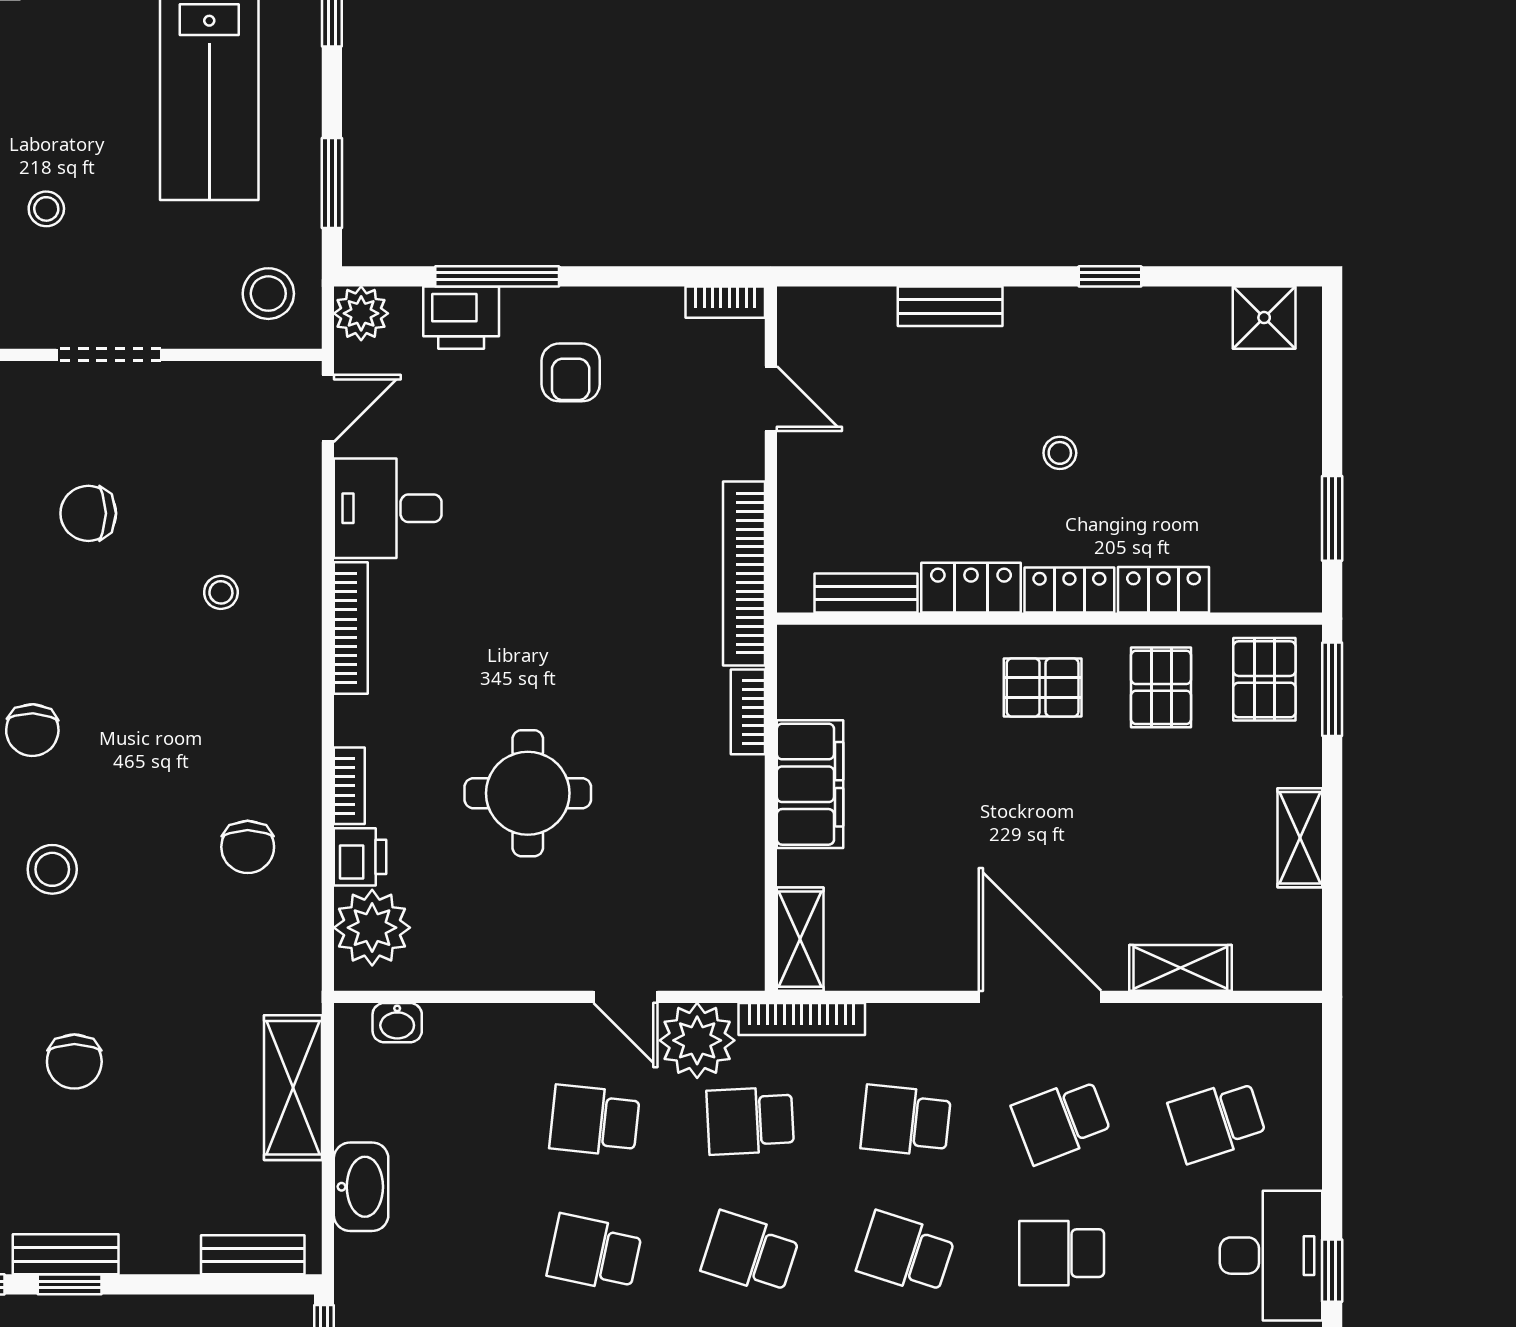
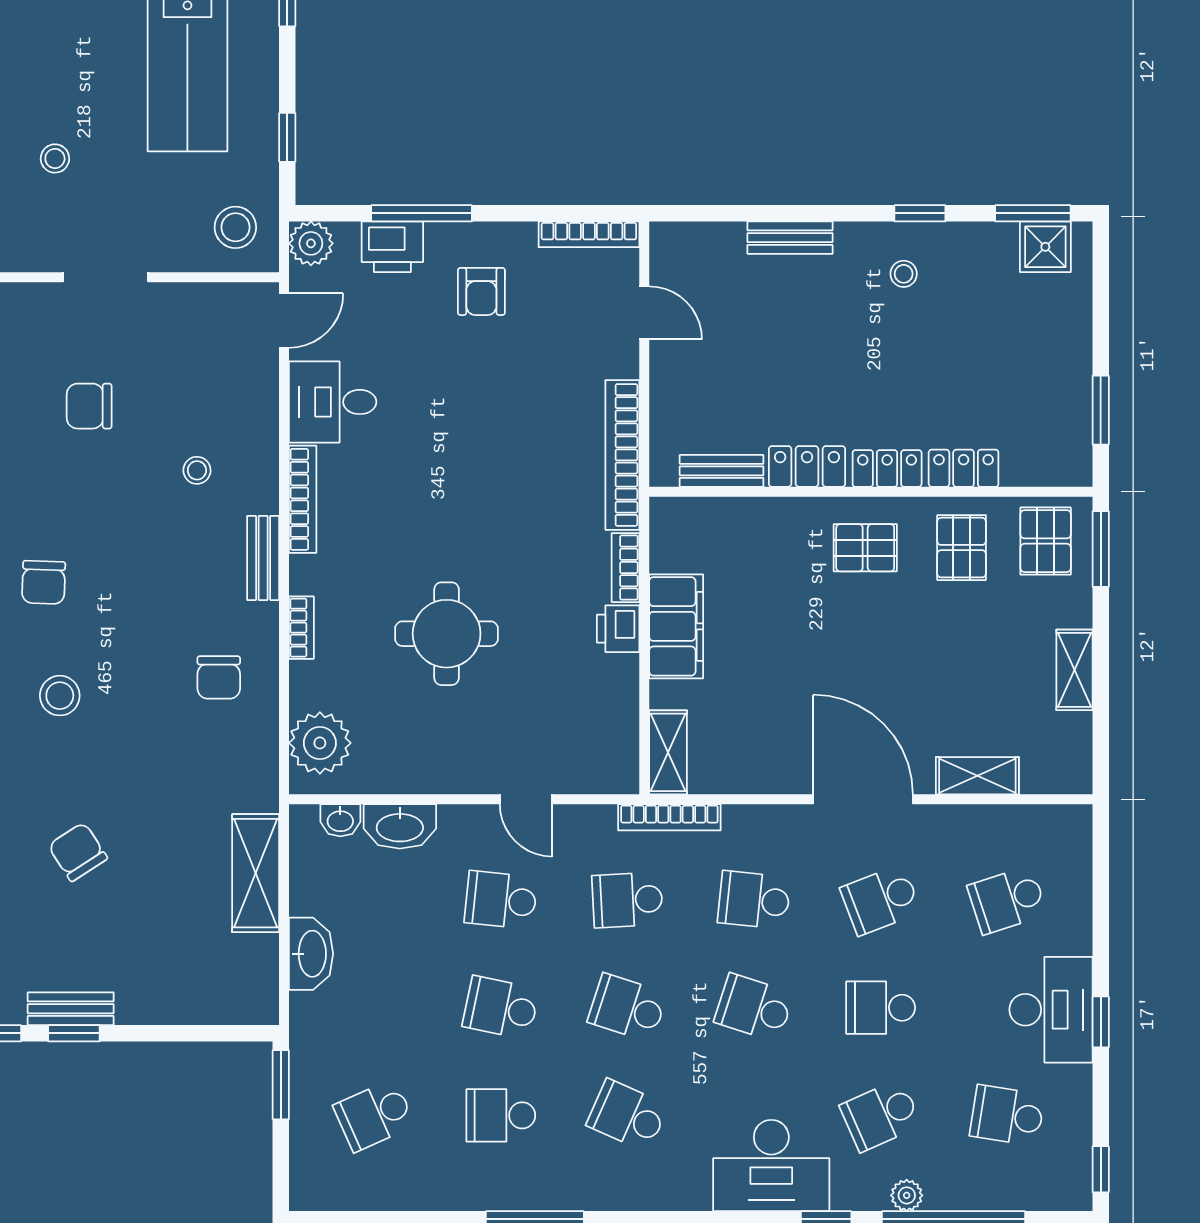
window: (332, 183) -> (287, 137), width x0.67
window: (1249, 276) -> (1033, 213), added
bookcase: (725, 302) -> (589, 234), width x1.56
stool: (1060, 453) -> (904, 274), moved
printer: (360, 857) -> (618, 629), moved, turned 180
washbasin: (470, 1030) -> (400, 826), added
plant: (697, 1040) -> (584, 835), removed
chair: (74, 1062) -> (78, 852), turned 147
bench: (253, 1255) -> (263, 558), moved, turned 90

